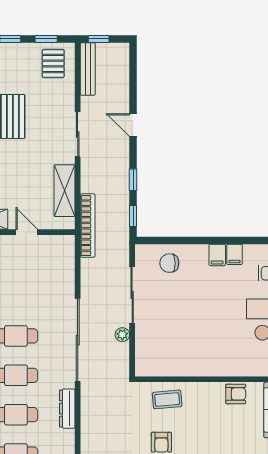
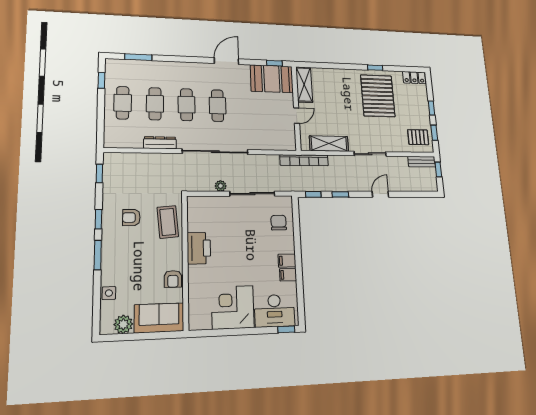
bench: (88, 69) -> (422, 162), width x0.73
printer: (200, 363) -> (199, 248), added
coffee table: (167, 399) -> (168, 222), width x1.36, depth x1.30

